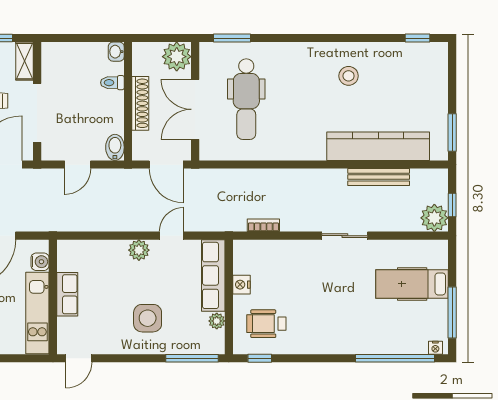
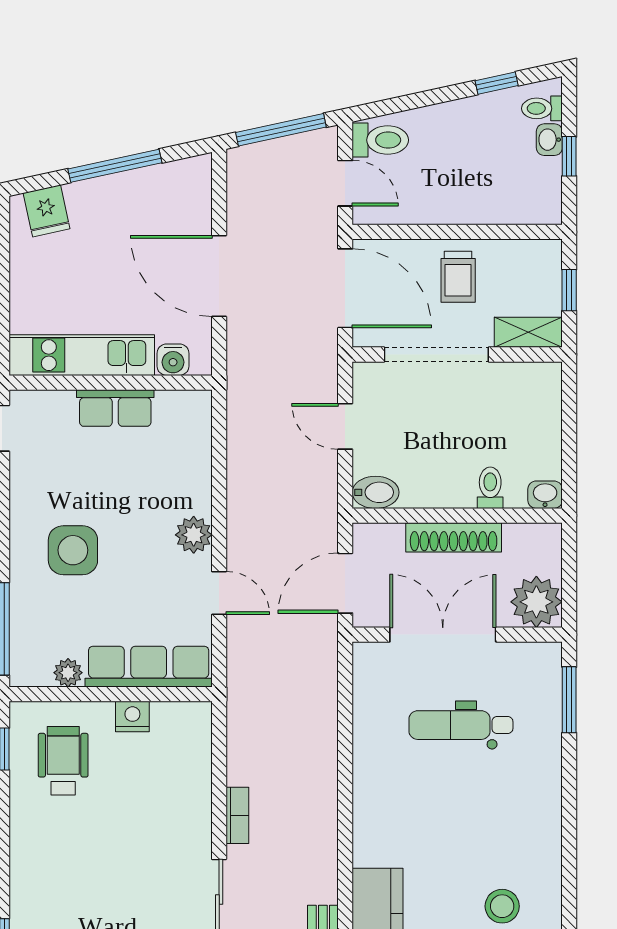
dental chair: (246, 99) -> (461, 725), width x0.73, depth x0.72
bookcase: (263, 225) -> (237, 815), moved

